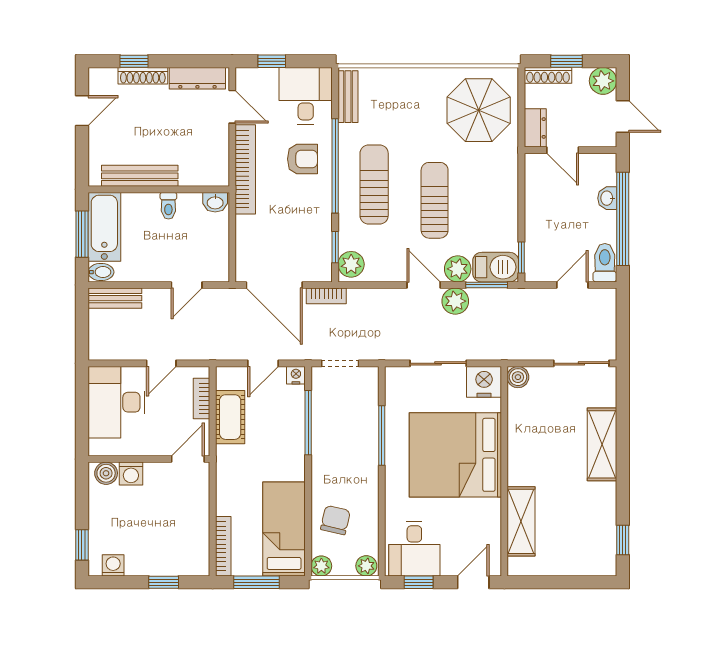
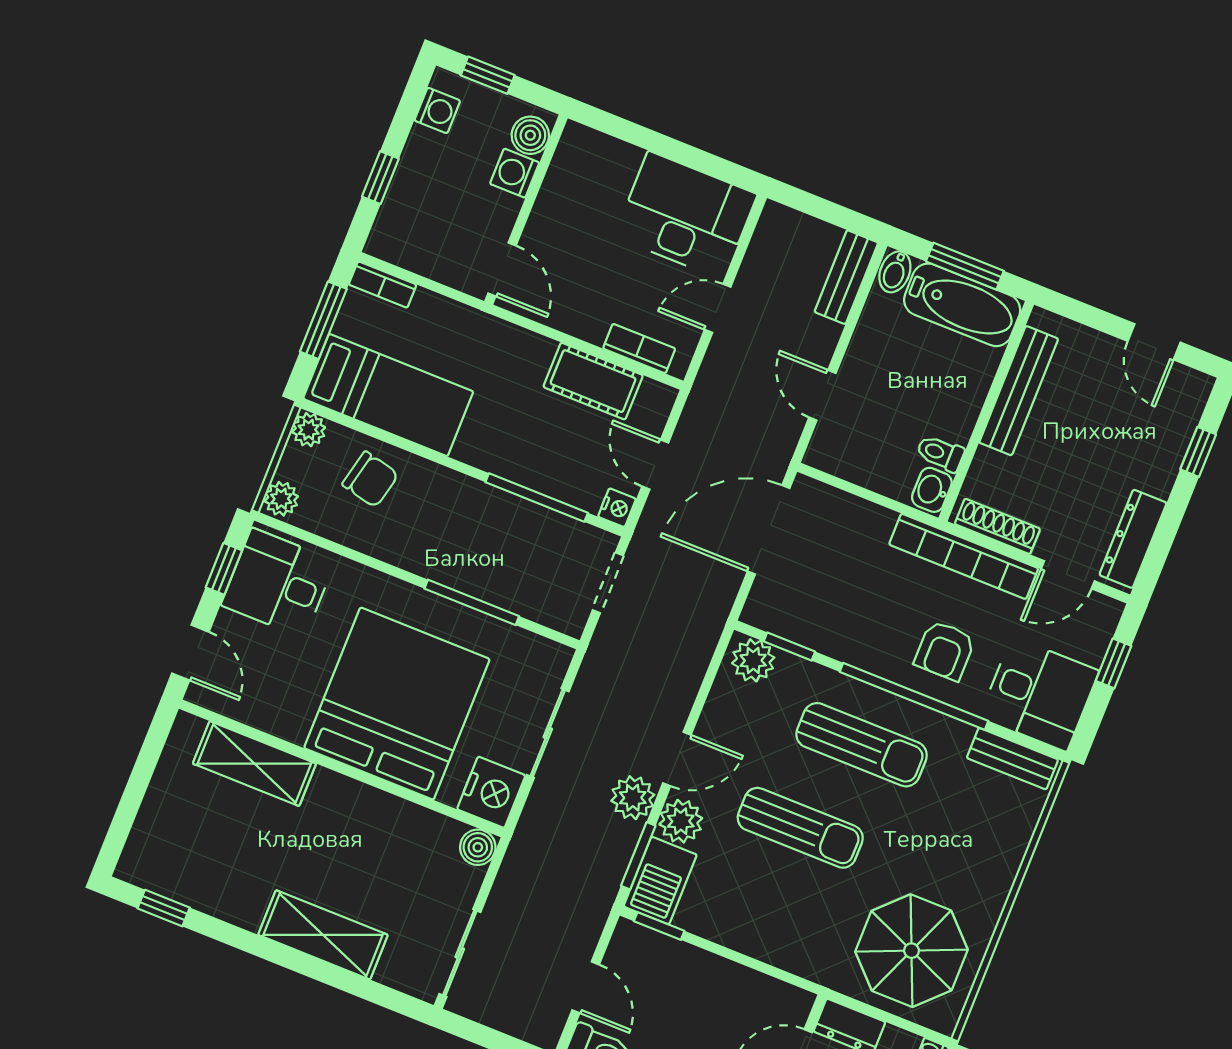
shoe rack: (143, 76) -> (997, 526), moved, turned 90
toilet: (168, 206) -> (940, 453), moved
bookcase: (326, 296) -> (720, 603), removed
door: (161, 363) -> (718, 308), hinge flipped
wall: (149, 459) -> (526, 210), moved
door: (188, 459) -> (502, 269), moved
boiler: (106, 473) -> (530, 135), moved
washing machine: (131, 474) -> (515, 173), moved
bookcase: (223, 546) -> (383, 285), width x0.64

